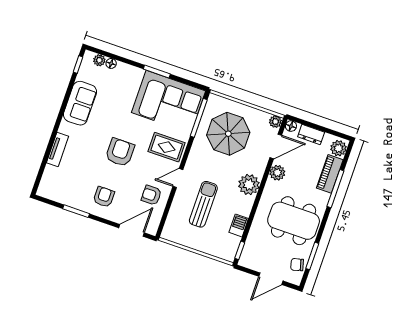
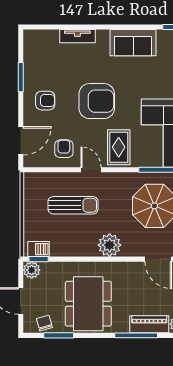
armchair: (120, 152) -> (97, 101), width x1.36, depth x1.36
plant: (277, 173) -> (32, 270), moved
barbecue: (239, 225) -> (39, 249), moved
door: (132, 230) -> (21, 141), hinge flipped

